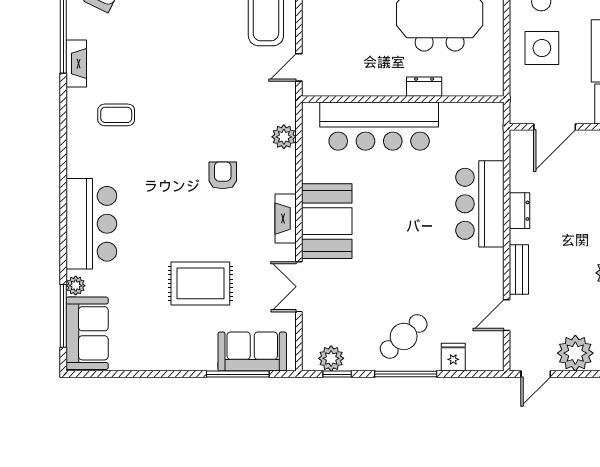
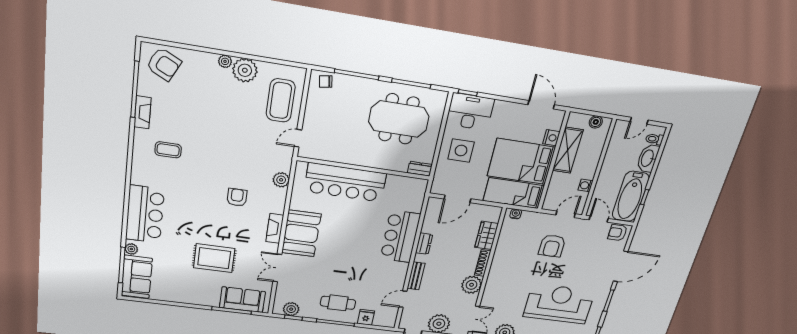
dresser: (424, 87) -> (420, 169), moved
cafe table: (404, 336) -> (338, 303), turned 42

